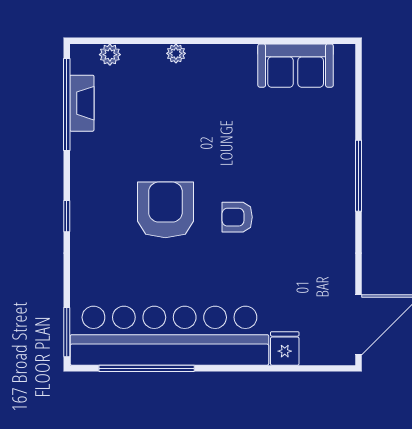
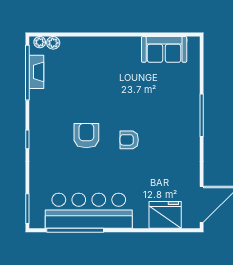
plant: (176, 53) -> (40, 42), moved
armchair: (165, 210) -> (86, 136), width x0.73, depth x0.73
bar counter: (169, 336) -> (89, 211), width x0.73
fridge: (285, 348) -> (165, 215), width x1.88, depth x1.34

